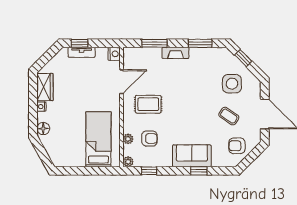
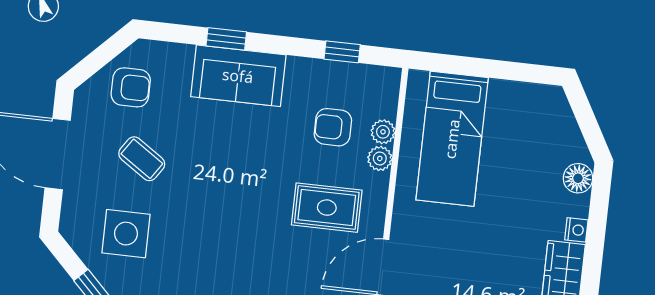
plant: (128, 162) -> (380, 158), moved

